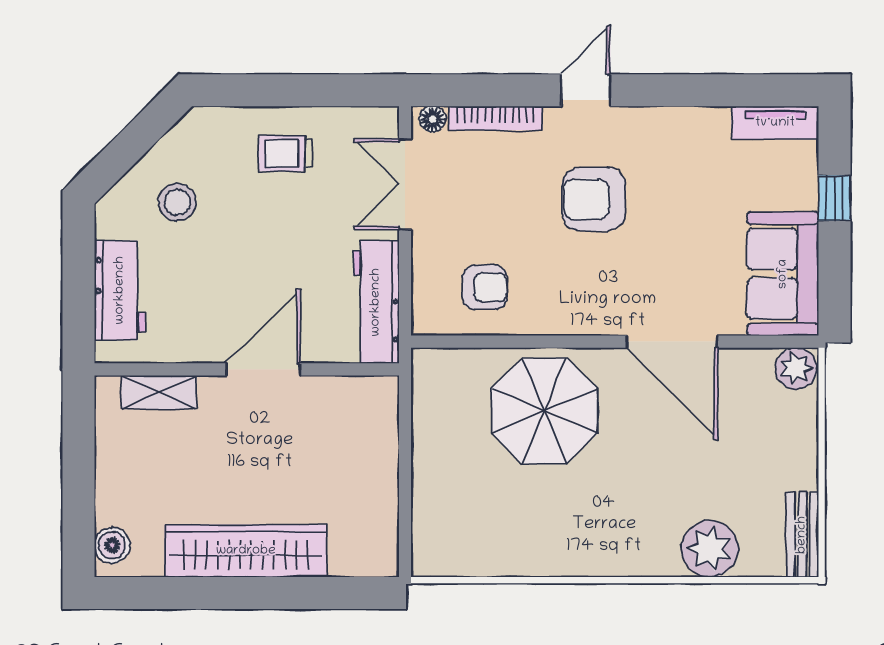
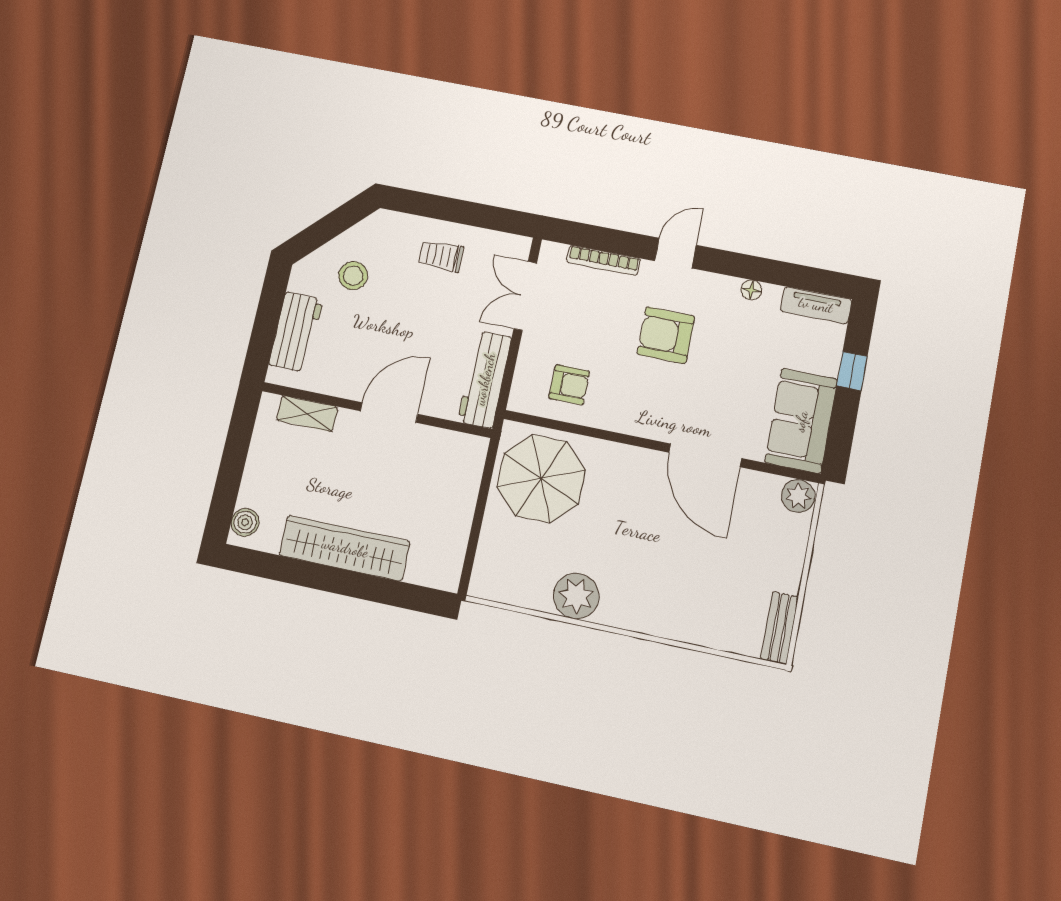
floor lamp: (432, 119) -> (751, 290), moved
parasol: (544, 411) -> (541, 479), moved
plant: (710, 549) -> (576, 596), moved

